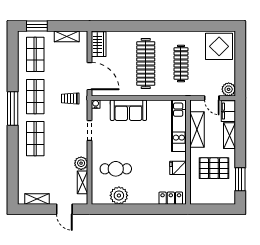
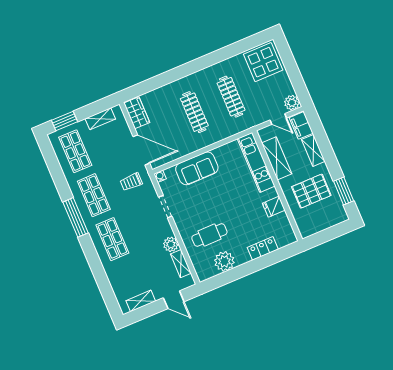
clothes rail: (146, 63) -> (194, 112), width x0.73, depth x0.76
locker: (171, 198) -> (263, 248), moved

